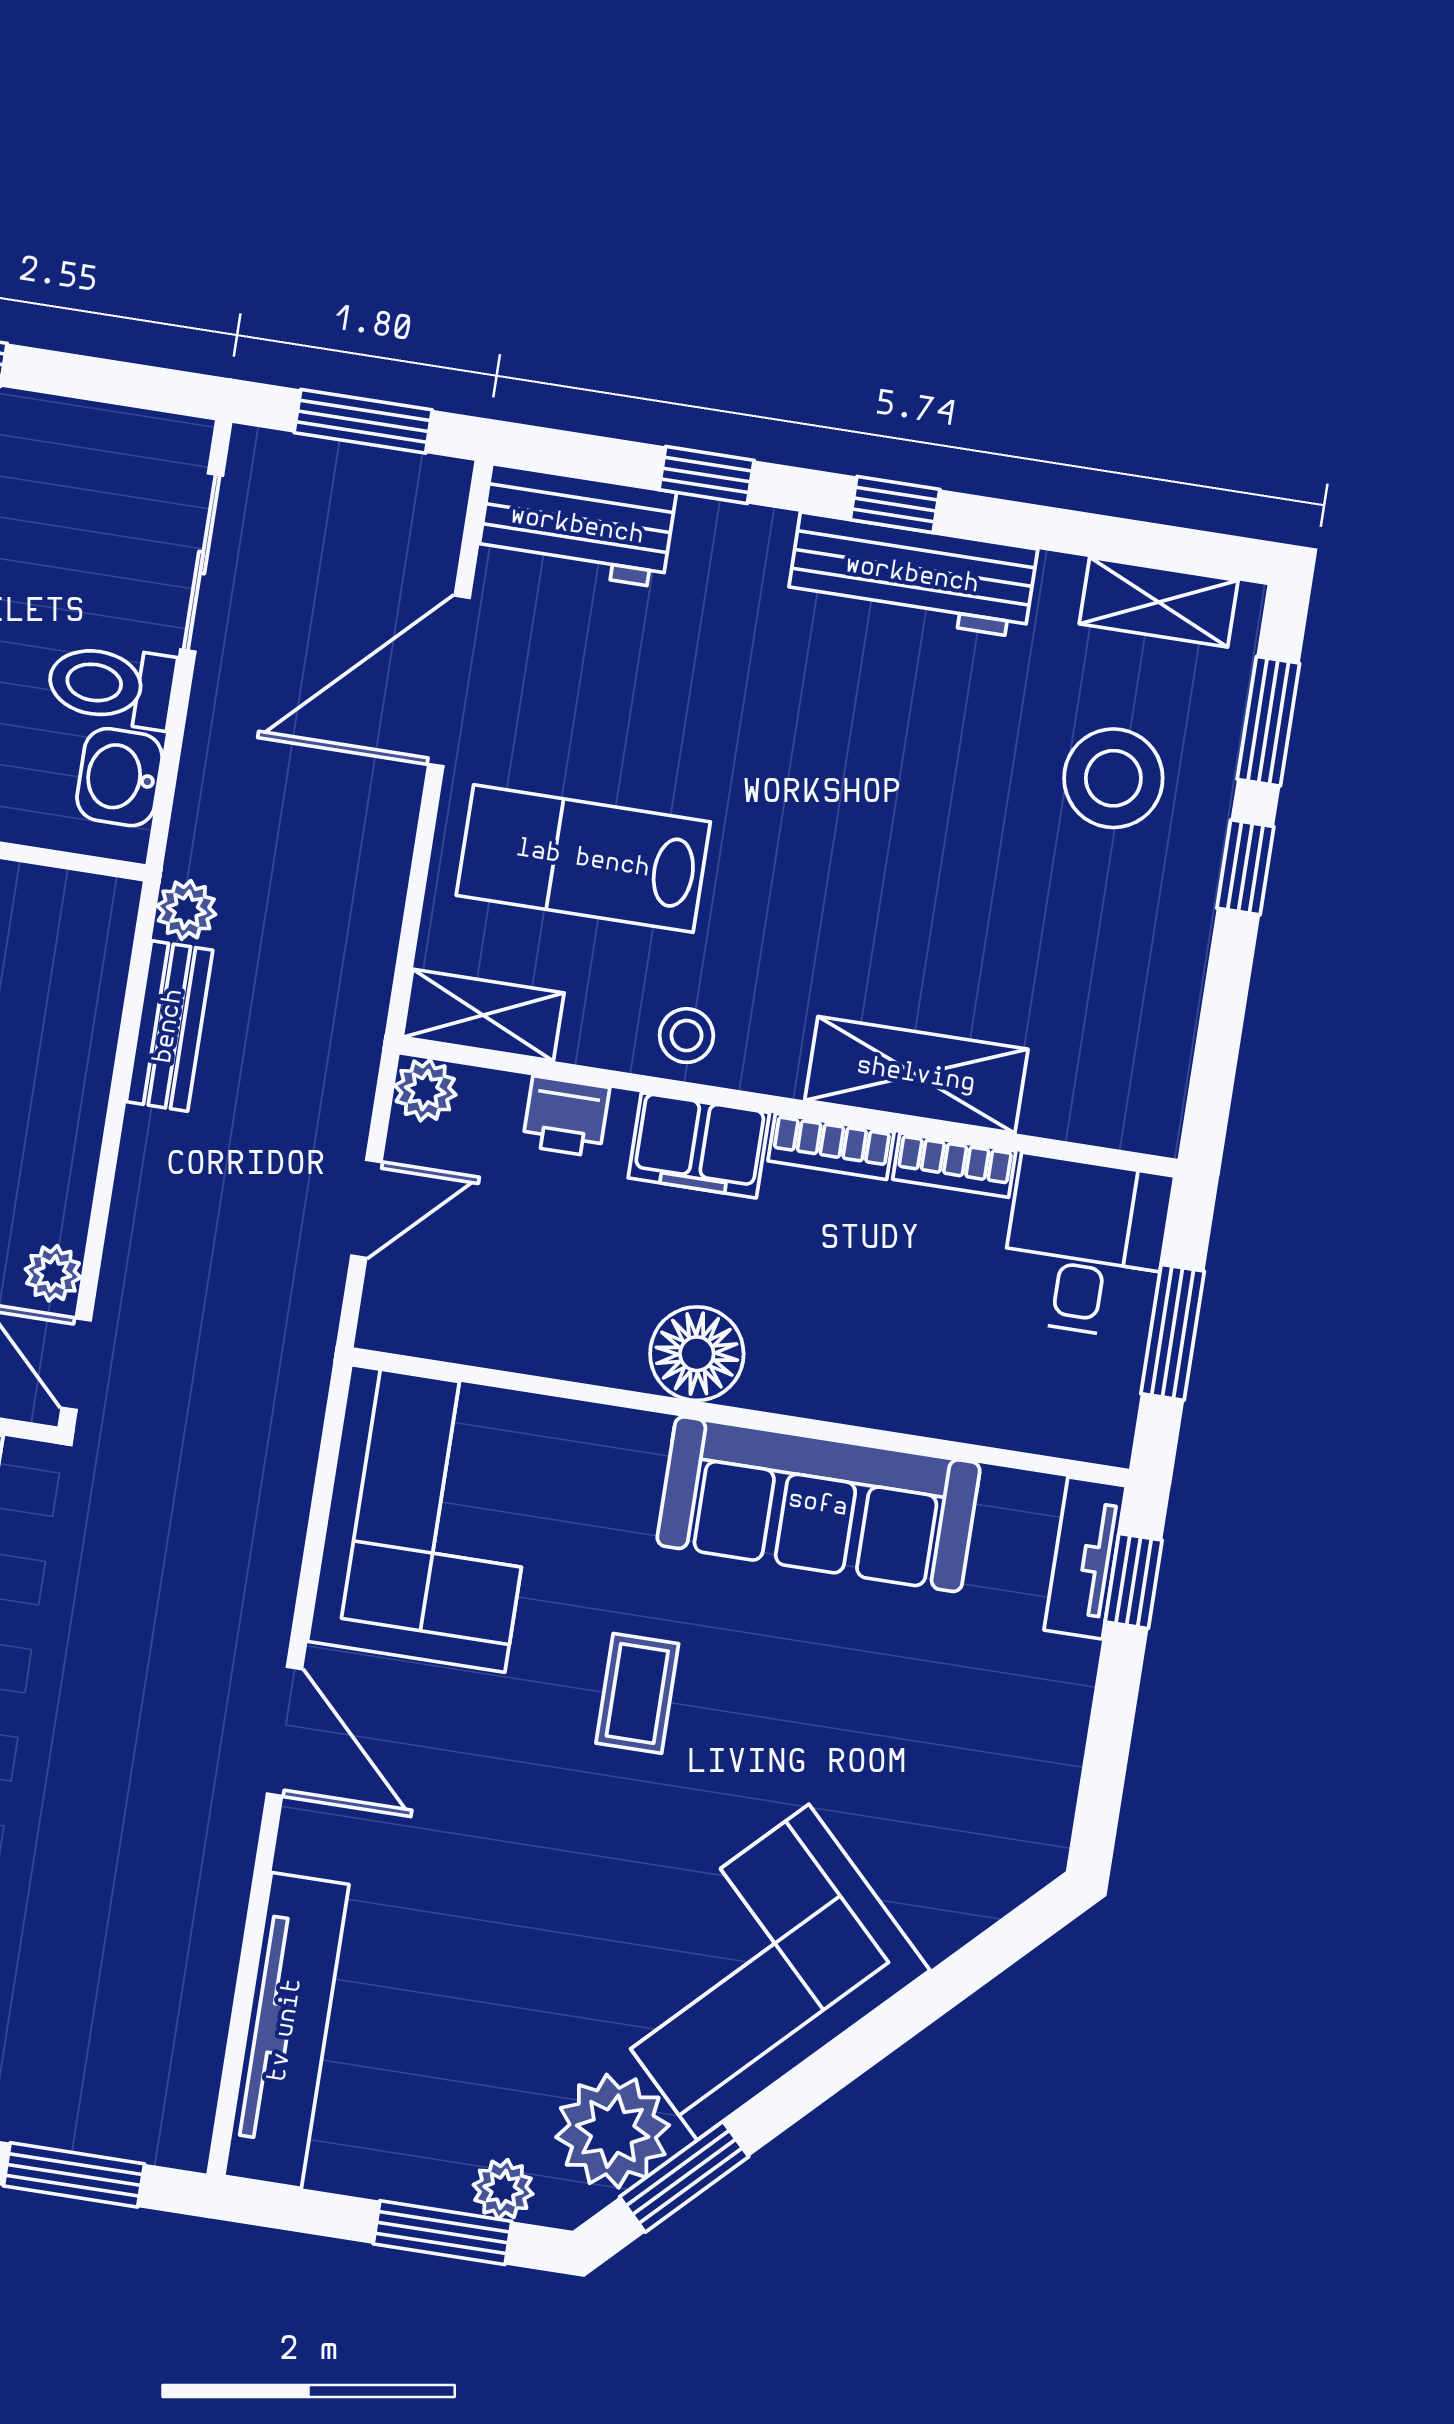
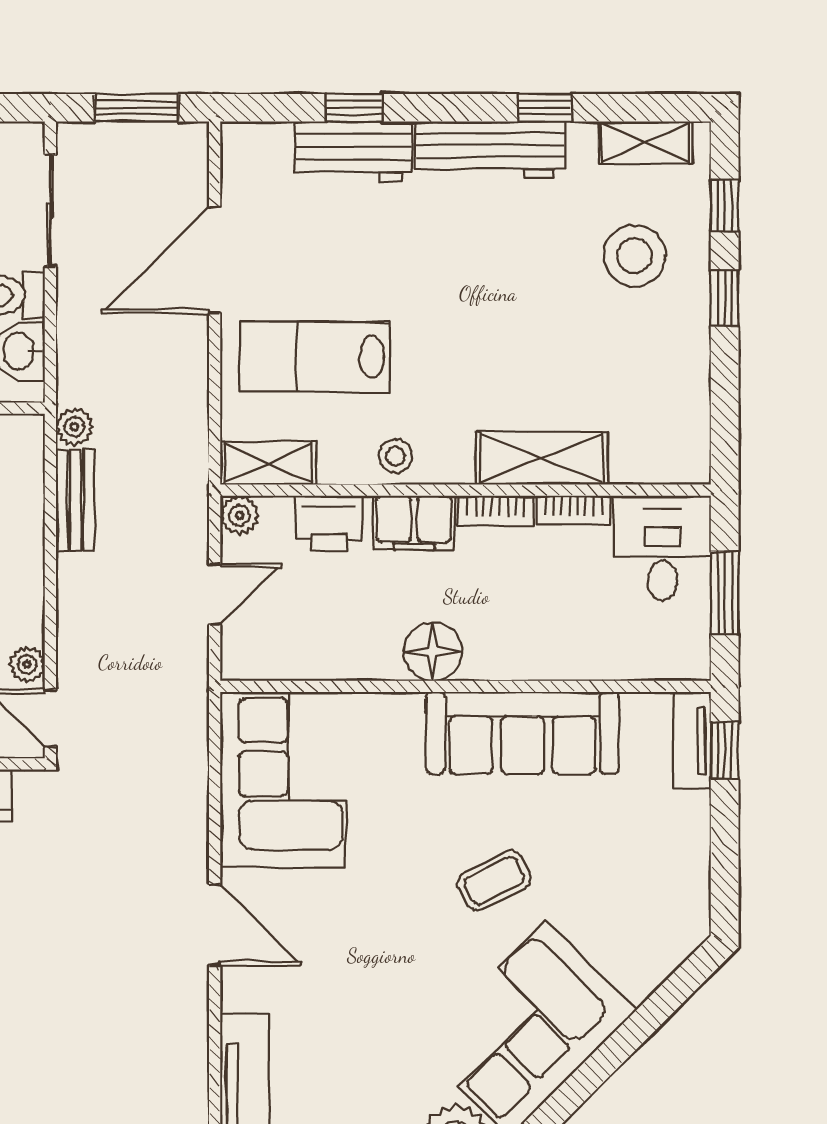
window: (895, 504) -> (545, 108), moved
workbench: (577, 526) -> (353, 152), moved
window: (1268, 721) -> (725, 206), width x0.67
printer: (566, 1117) -> (329, 523), width x1.36, depth x1.24
coffee table: (637, 1693) -> (494, 881), moved, turned 63

